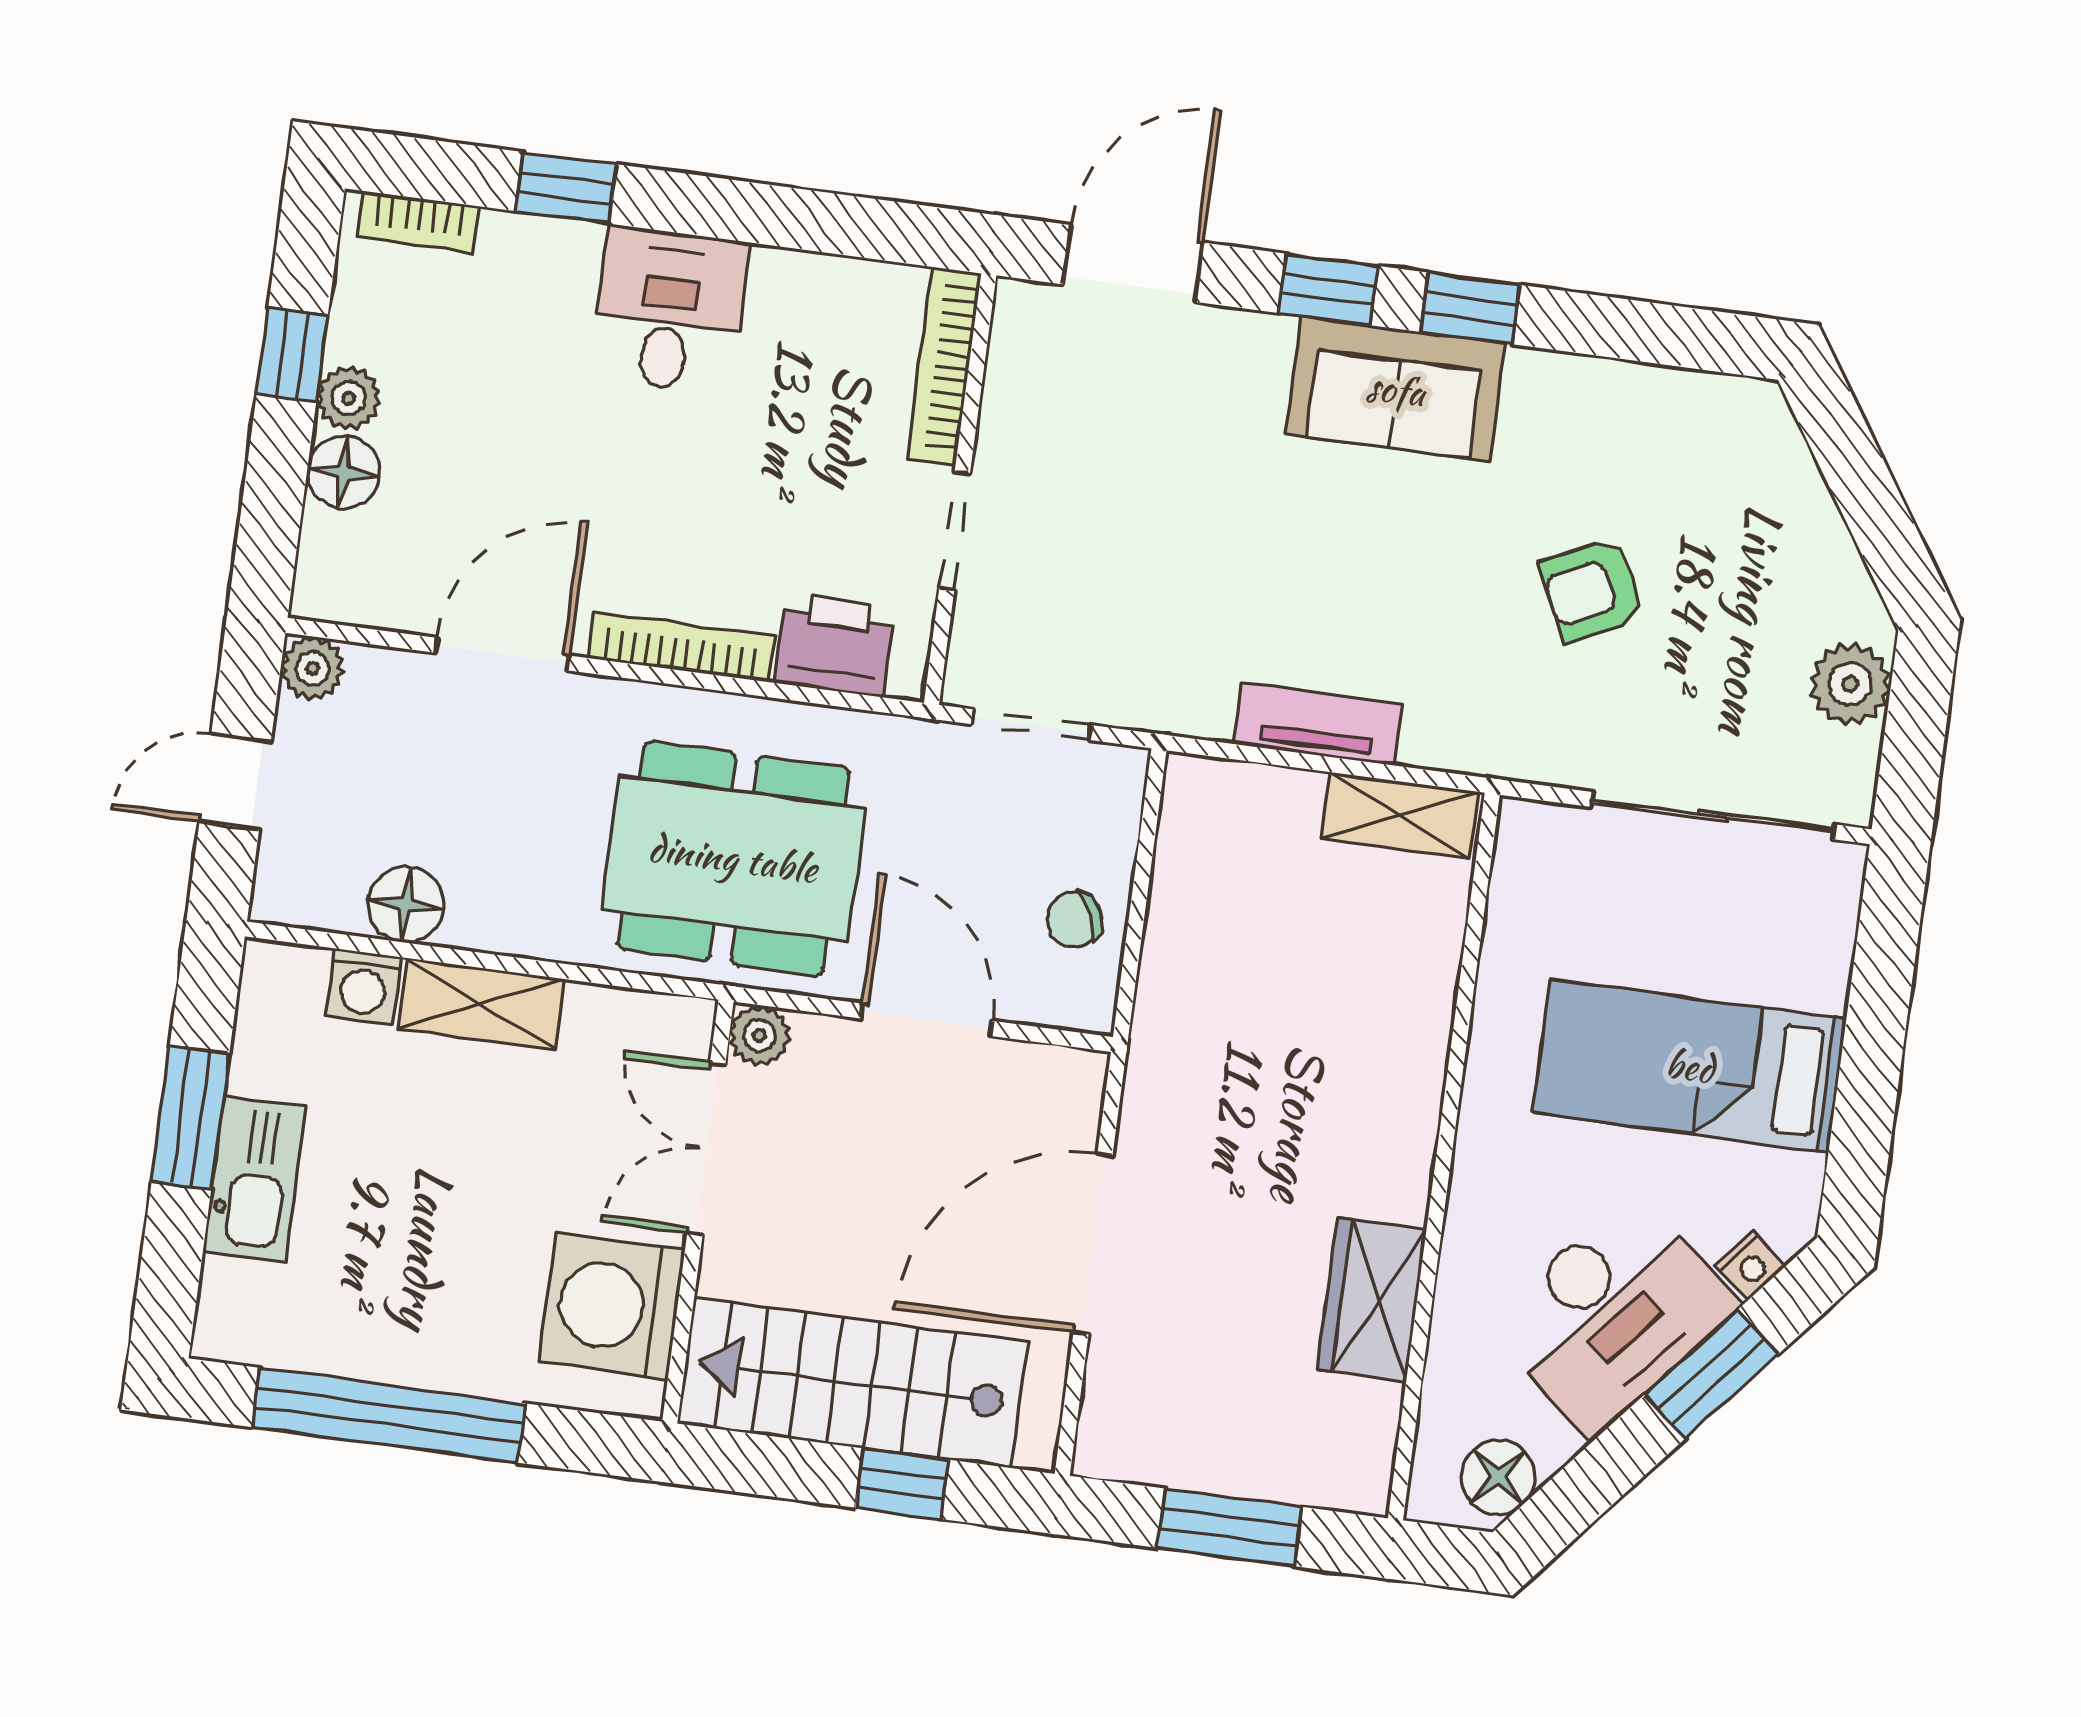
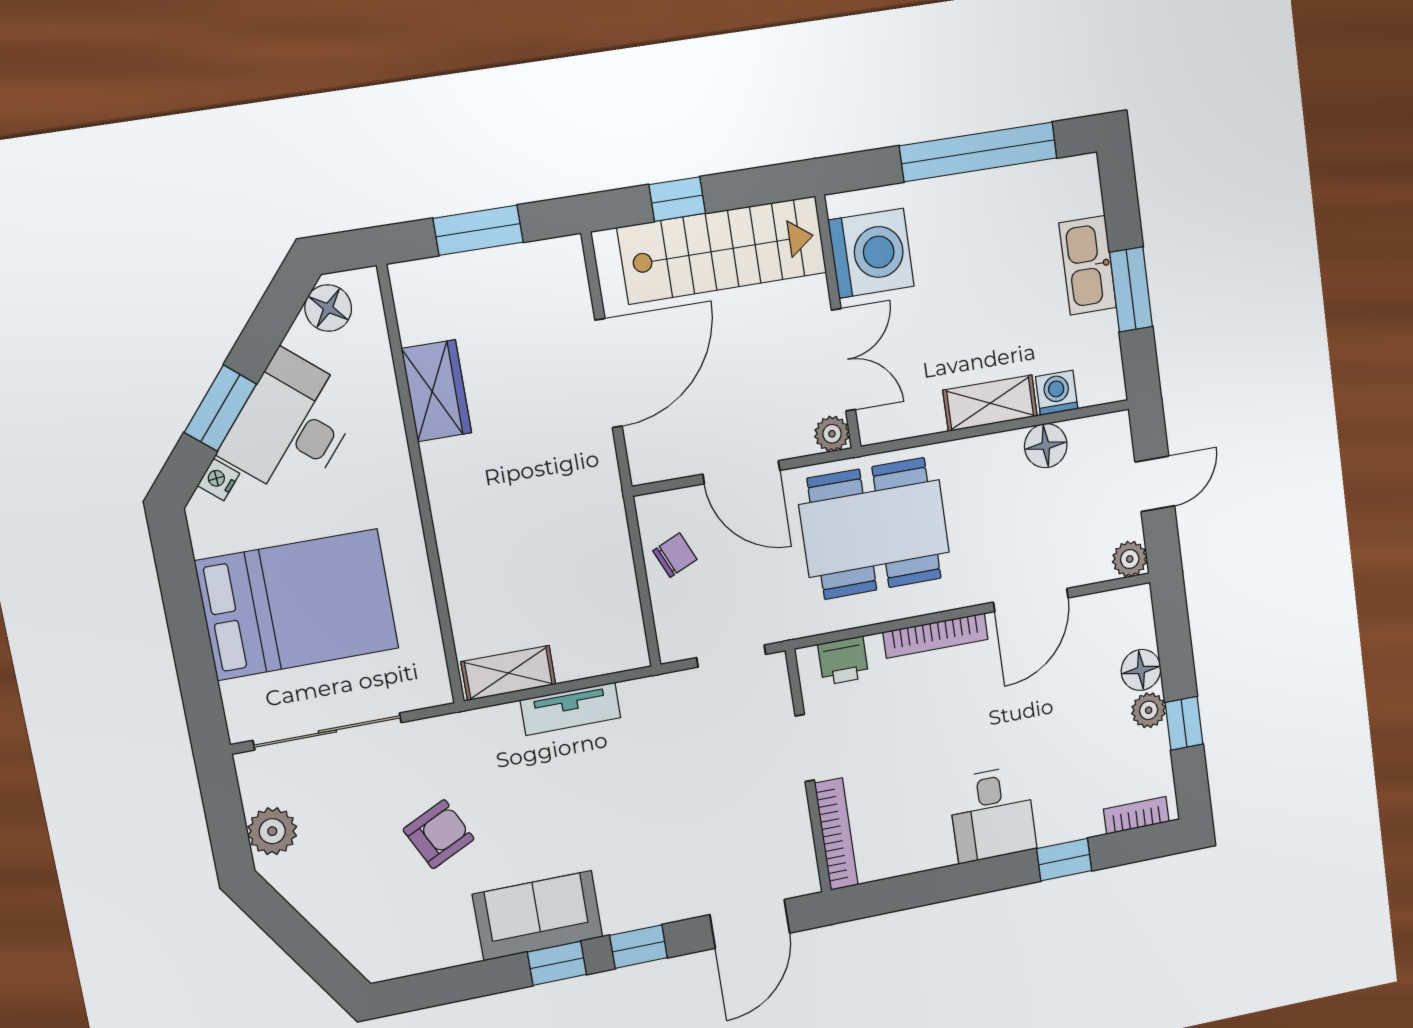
sofa: (1396, 389) -> (538, 916), moved
printer: (835, 645) -> (843, 661), width x0.73, depth x0.81
bed: (1690, 1066) -> (297, 605), width x1.50

